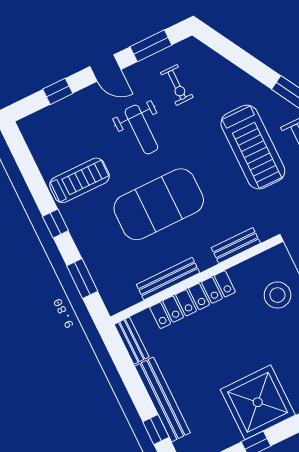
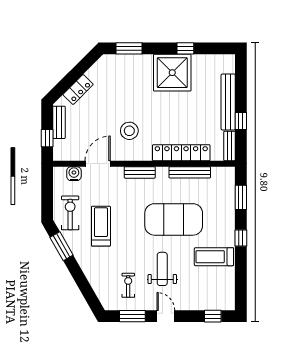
window: (58, 91) -> (213, 316), moved
treadmill: (253, 147) -> (101, 226), width x0.73, depth x0.73
window: (156, 429) -> (241, 121), moved

